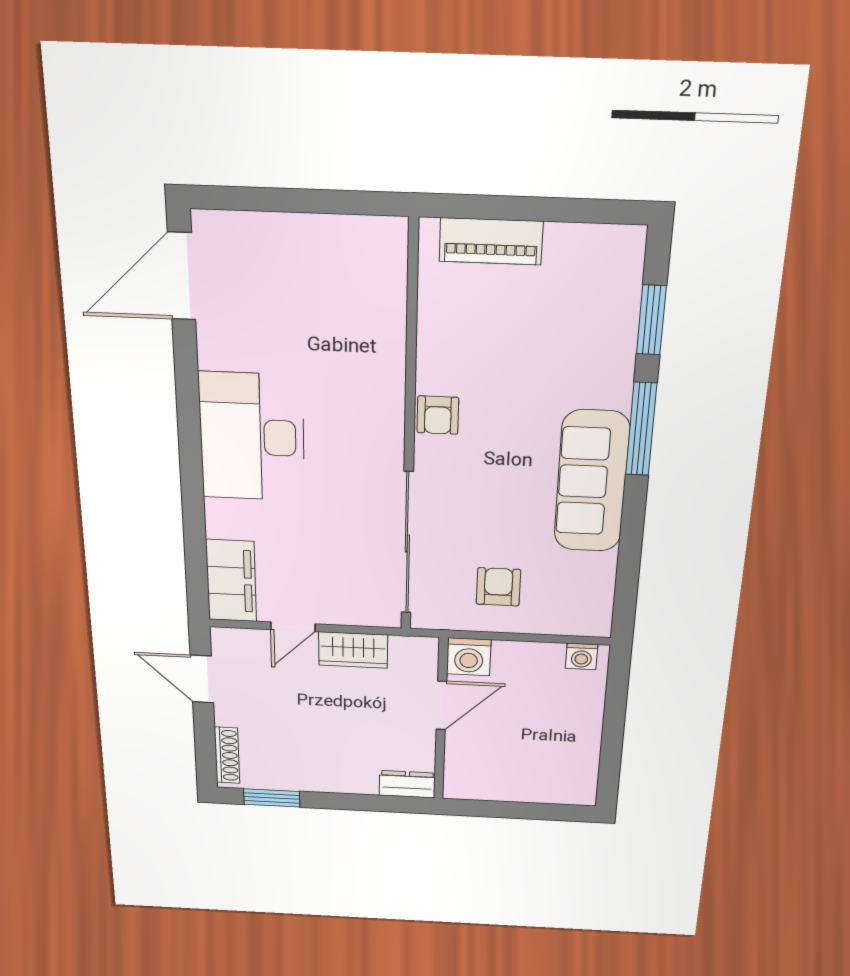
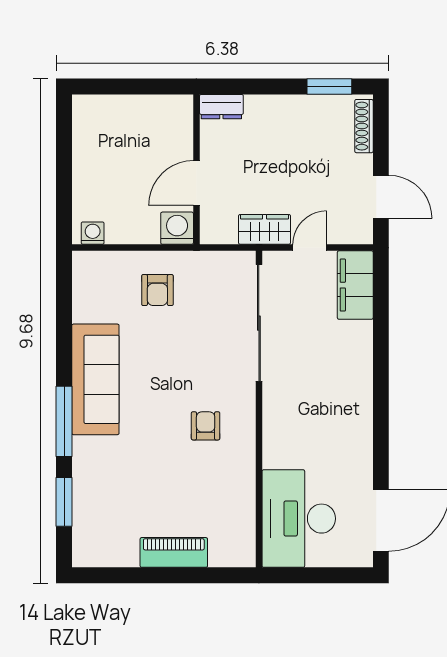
wall: (409, 436) -> (259, 409), moved
desk: (252, 437) -> (299, 519), moved, turned 180
sliding door: (407, 543) -> (259, 323), moved

